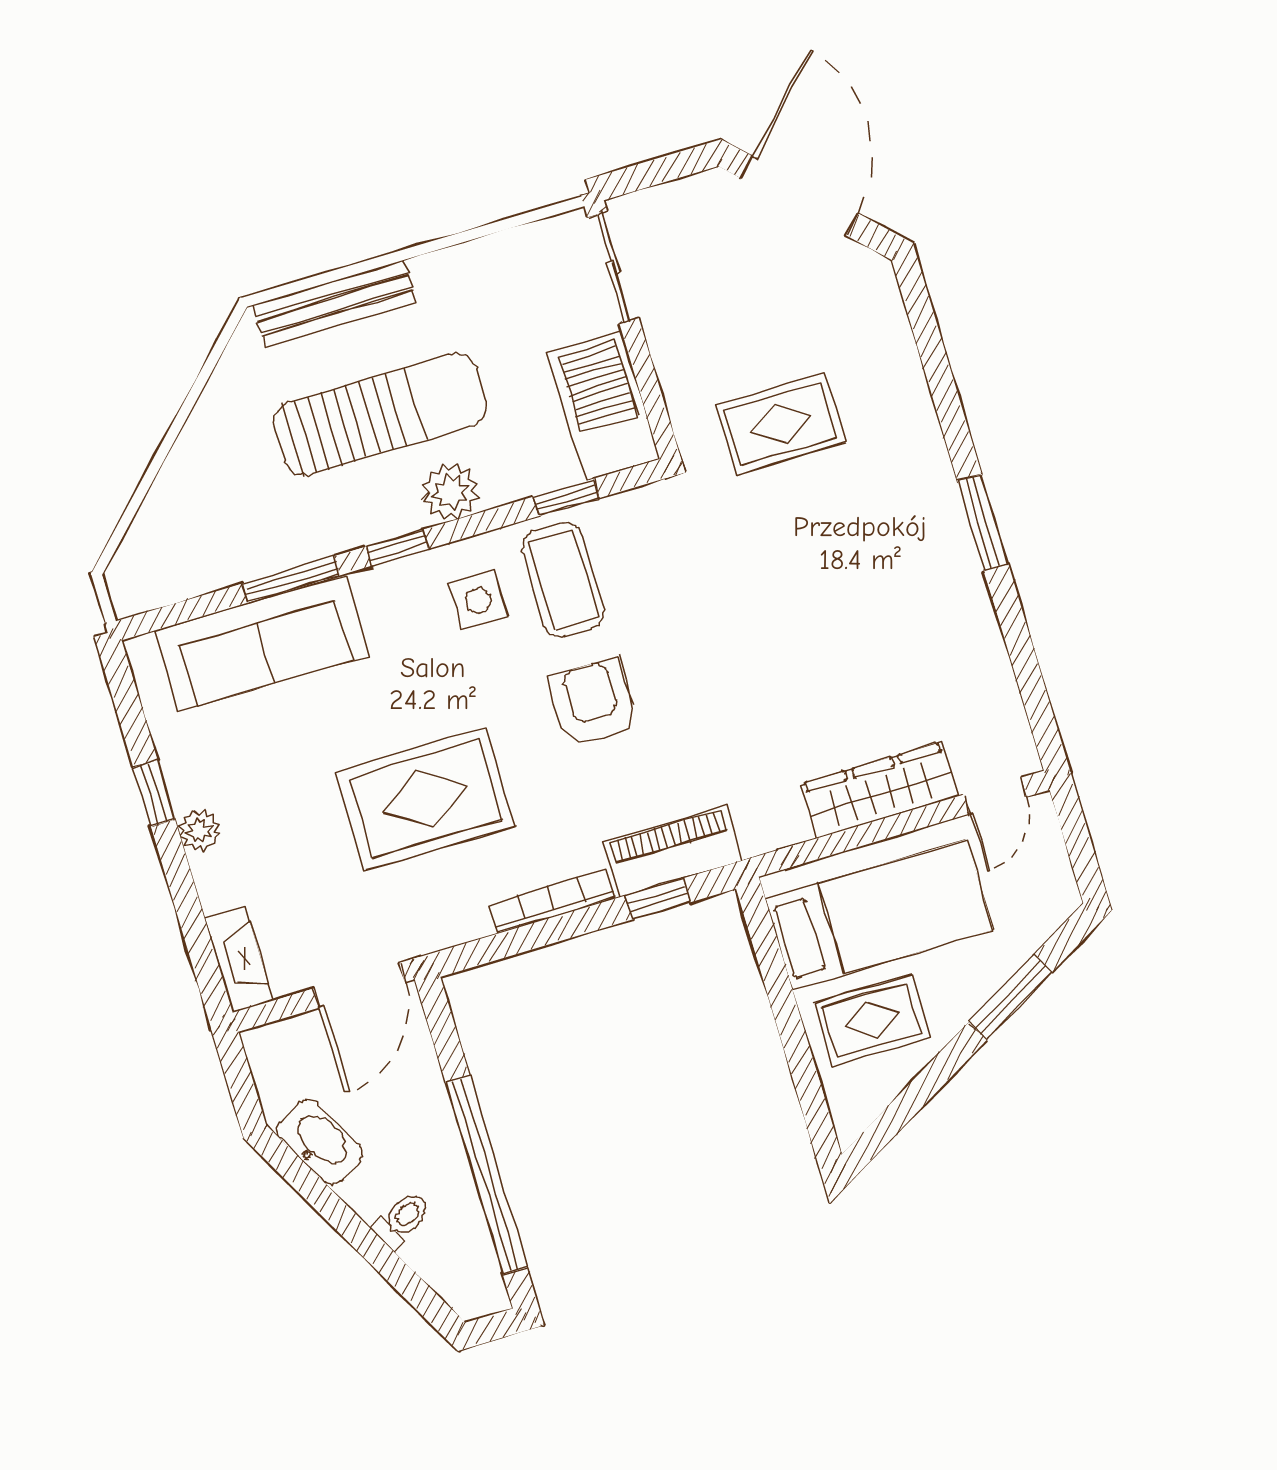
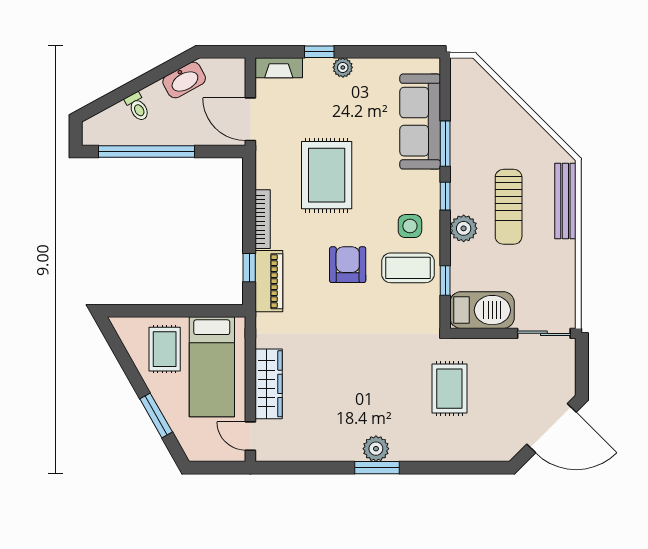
sun lounger: (380, 414) -> (509, 207), width x0.73, depth x0.75
plant: (945, 536) -> (376, 449), added
armchair: (593, 703) -> (348, 265), turned -90
window: (154, 793) -> (319, 52), moved

